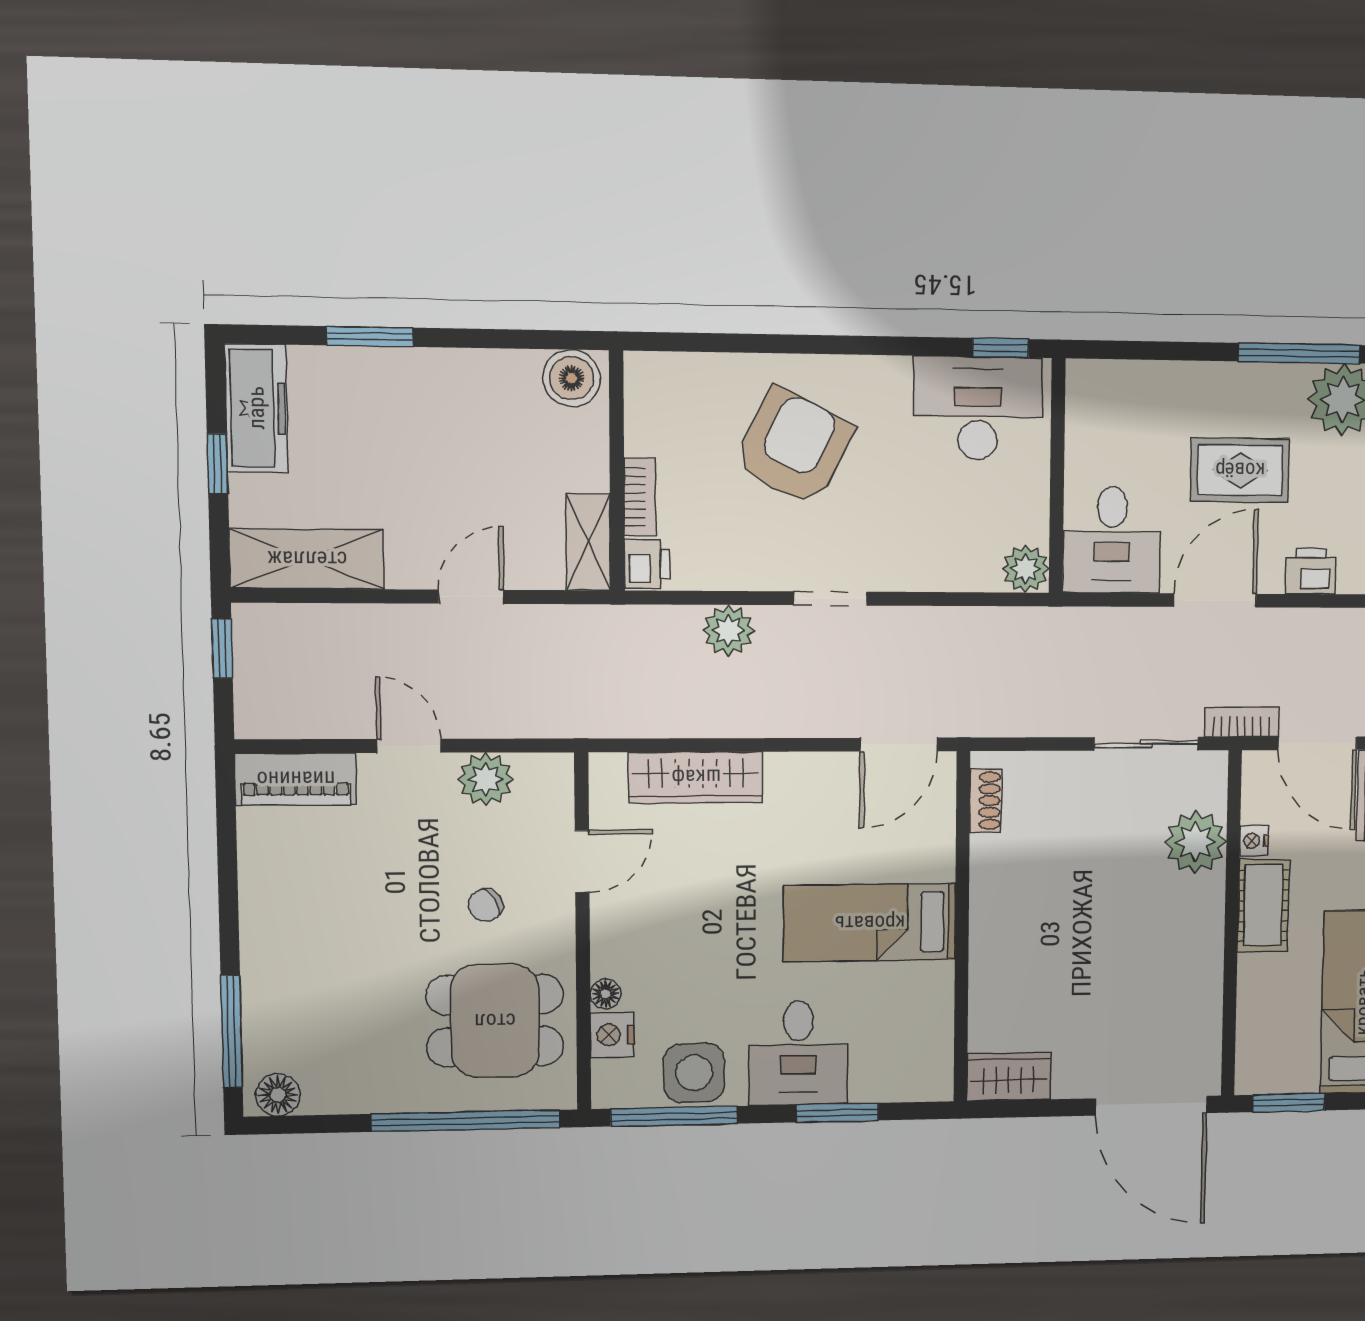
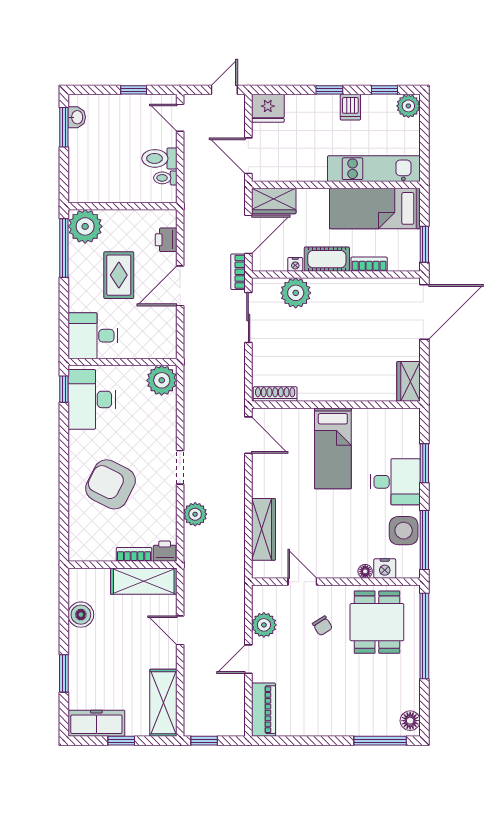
boiler: (572, 378) -> (81, 615), moved
desk: (1112, 540) -> (93, 336), moved, turned 180
shelving: (588, 542) -> (144, 581), width x1.50, depth x1.33
plant: (1026, 569) -> (162, 380), width x1.36, depth x1.36
door: (1215, 600) -> (180, 286), hinge flipped
shoe rack: (985, 801) -> (275, 394), width x1.43
bookcase: (1251, 992) -> (369, 264), added

